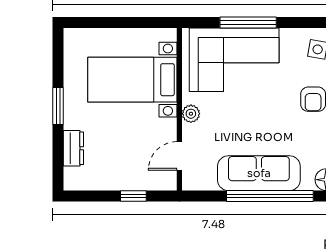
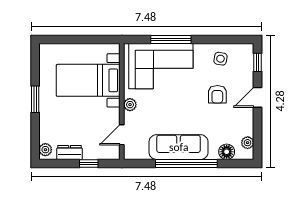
dresser: (73, 148) -> (70, 152), moved, turned -90
plant: (72, 177) -> (45, 150), added

